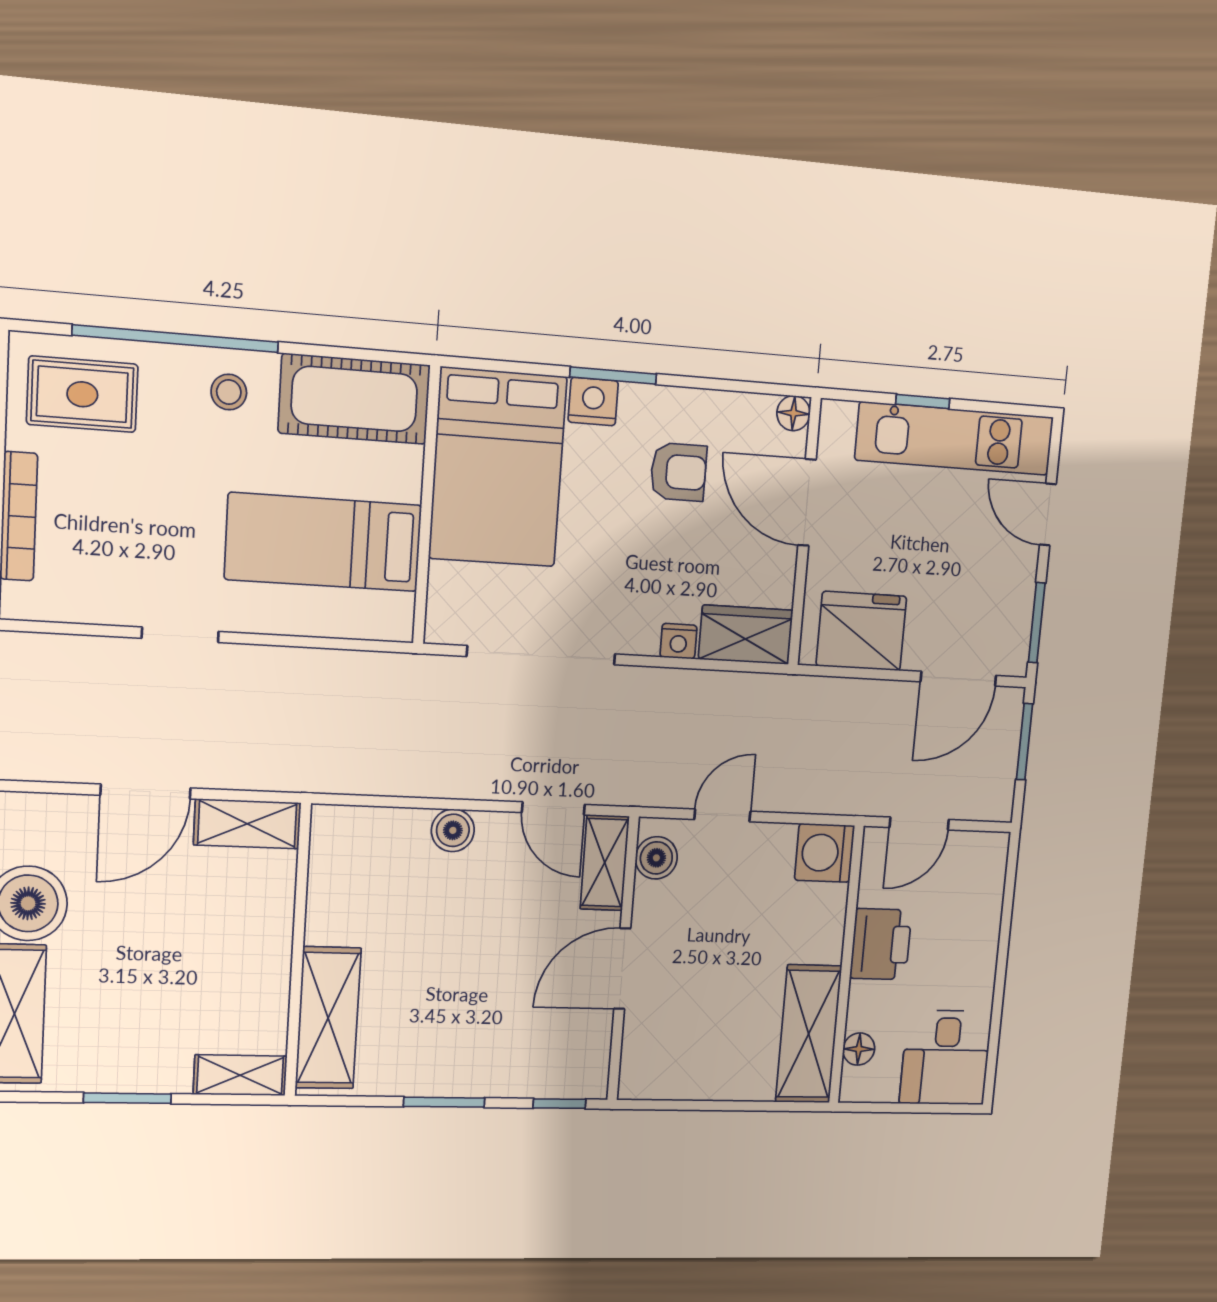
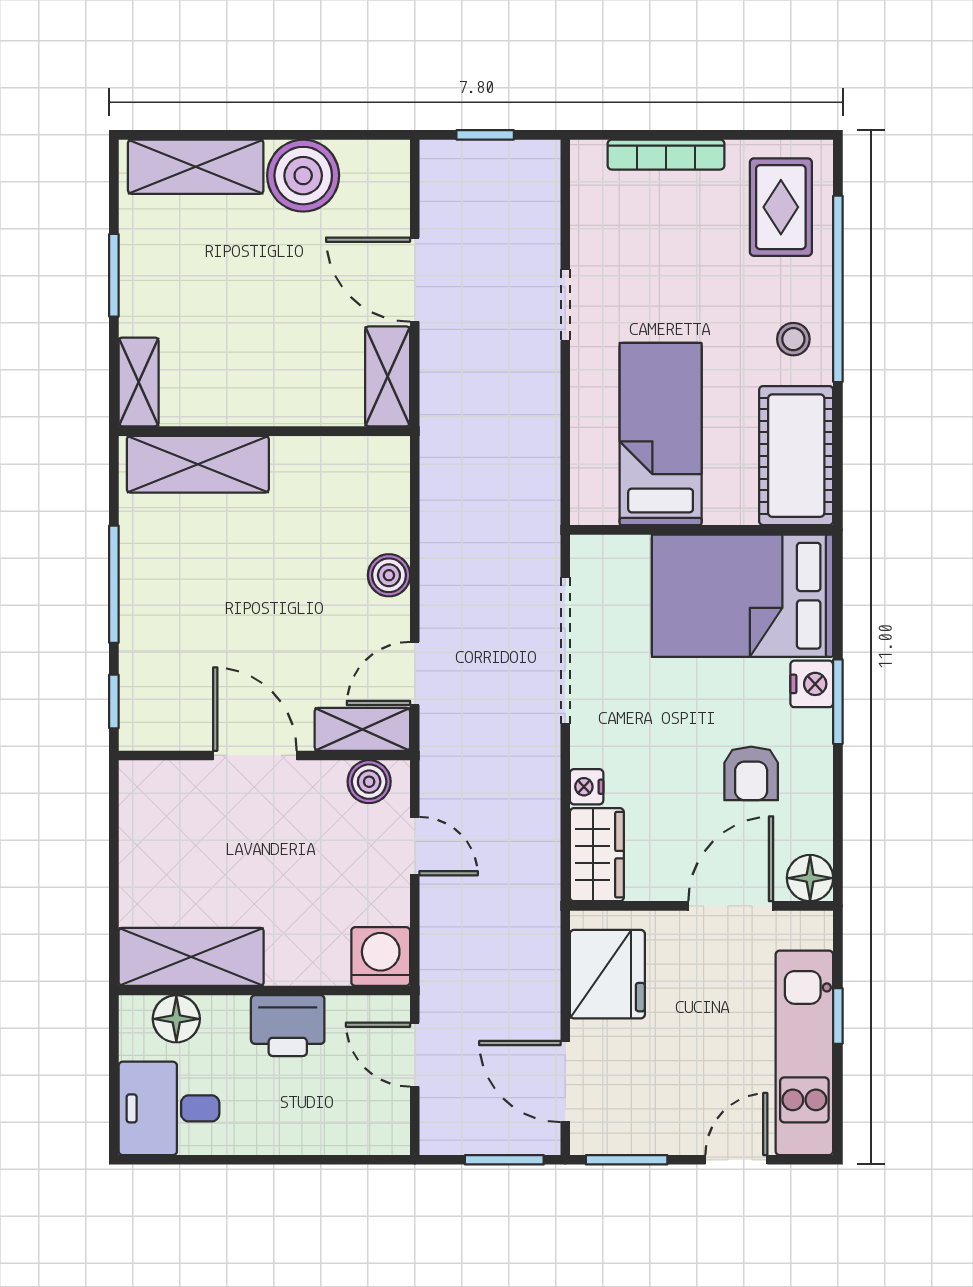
floor lamp: (793, 413) -> (810, 878), width x1.37, depth x1.37
floor lamp: (859, 1049) -> (176, 1019), width x1.37, depth x1.37
window: (444, 1102) -> (114, 584), width x1.44

